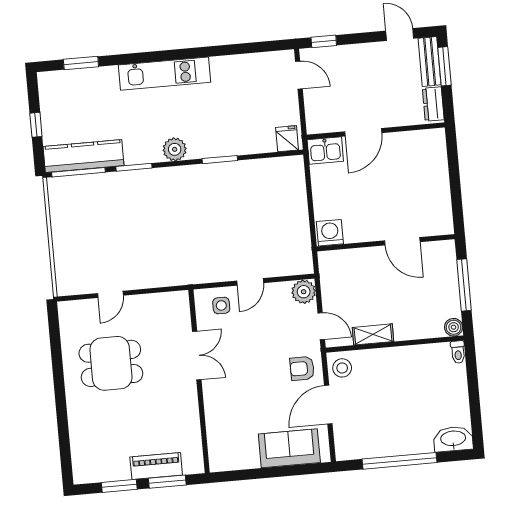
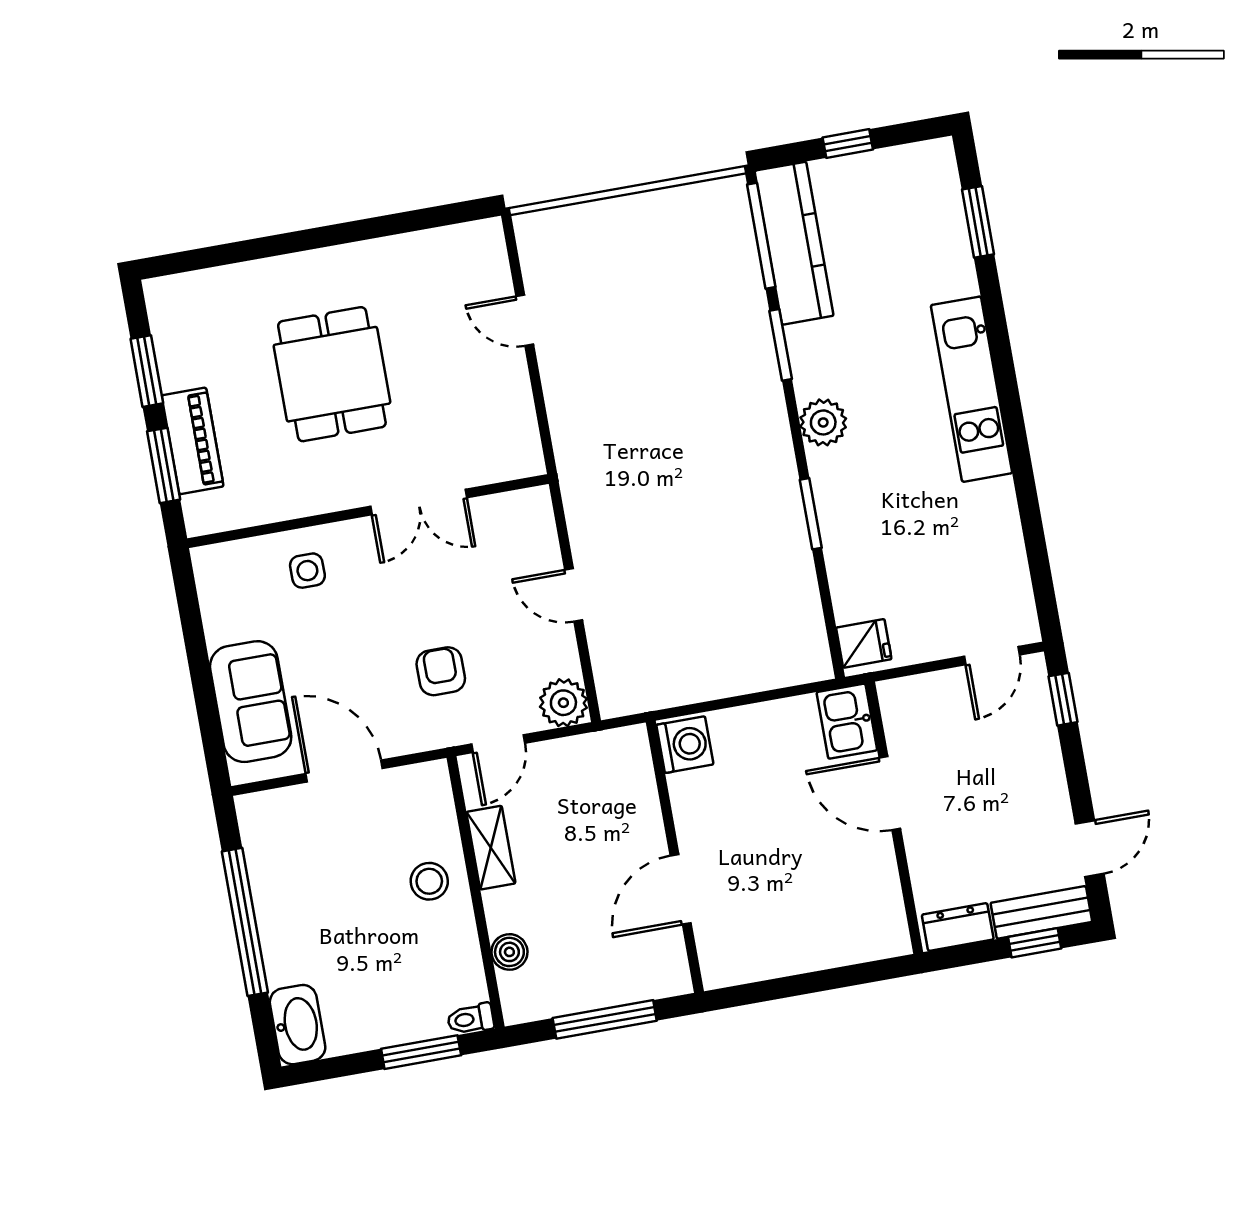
window: (445, 66) -> (1035, 943), width x0.67
side table: (221, 305) -> (307, 571), moved
boiler: (454, 327) -> (509, 952), moved
dining table: (111, 363) -> (332, 374), moved
armchair: (302, 368) -> (441, 671), moved
stool: (342, 368) -> (429, 881), moved
window: (472, 378) -> (421, 1052), added

